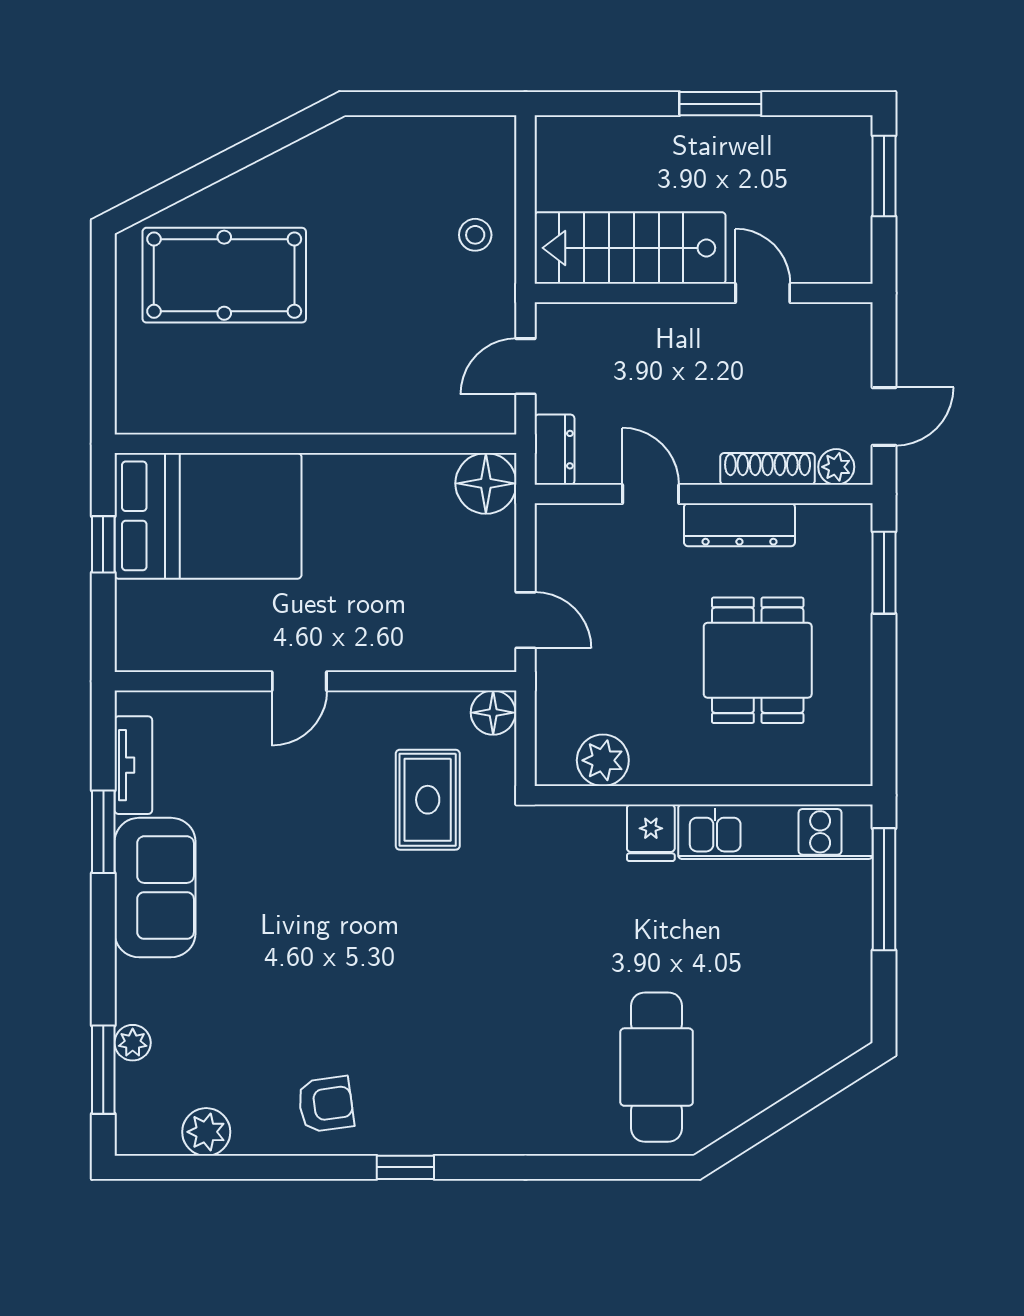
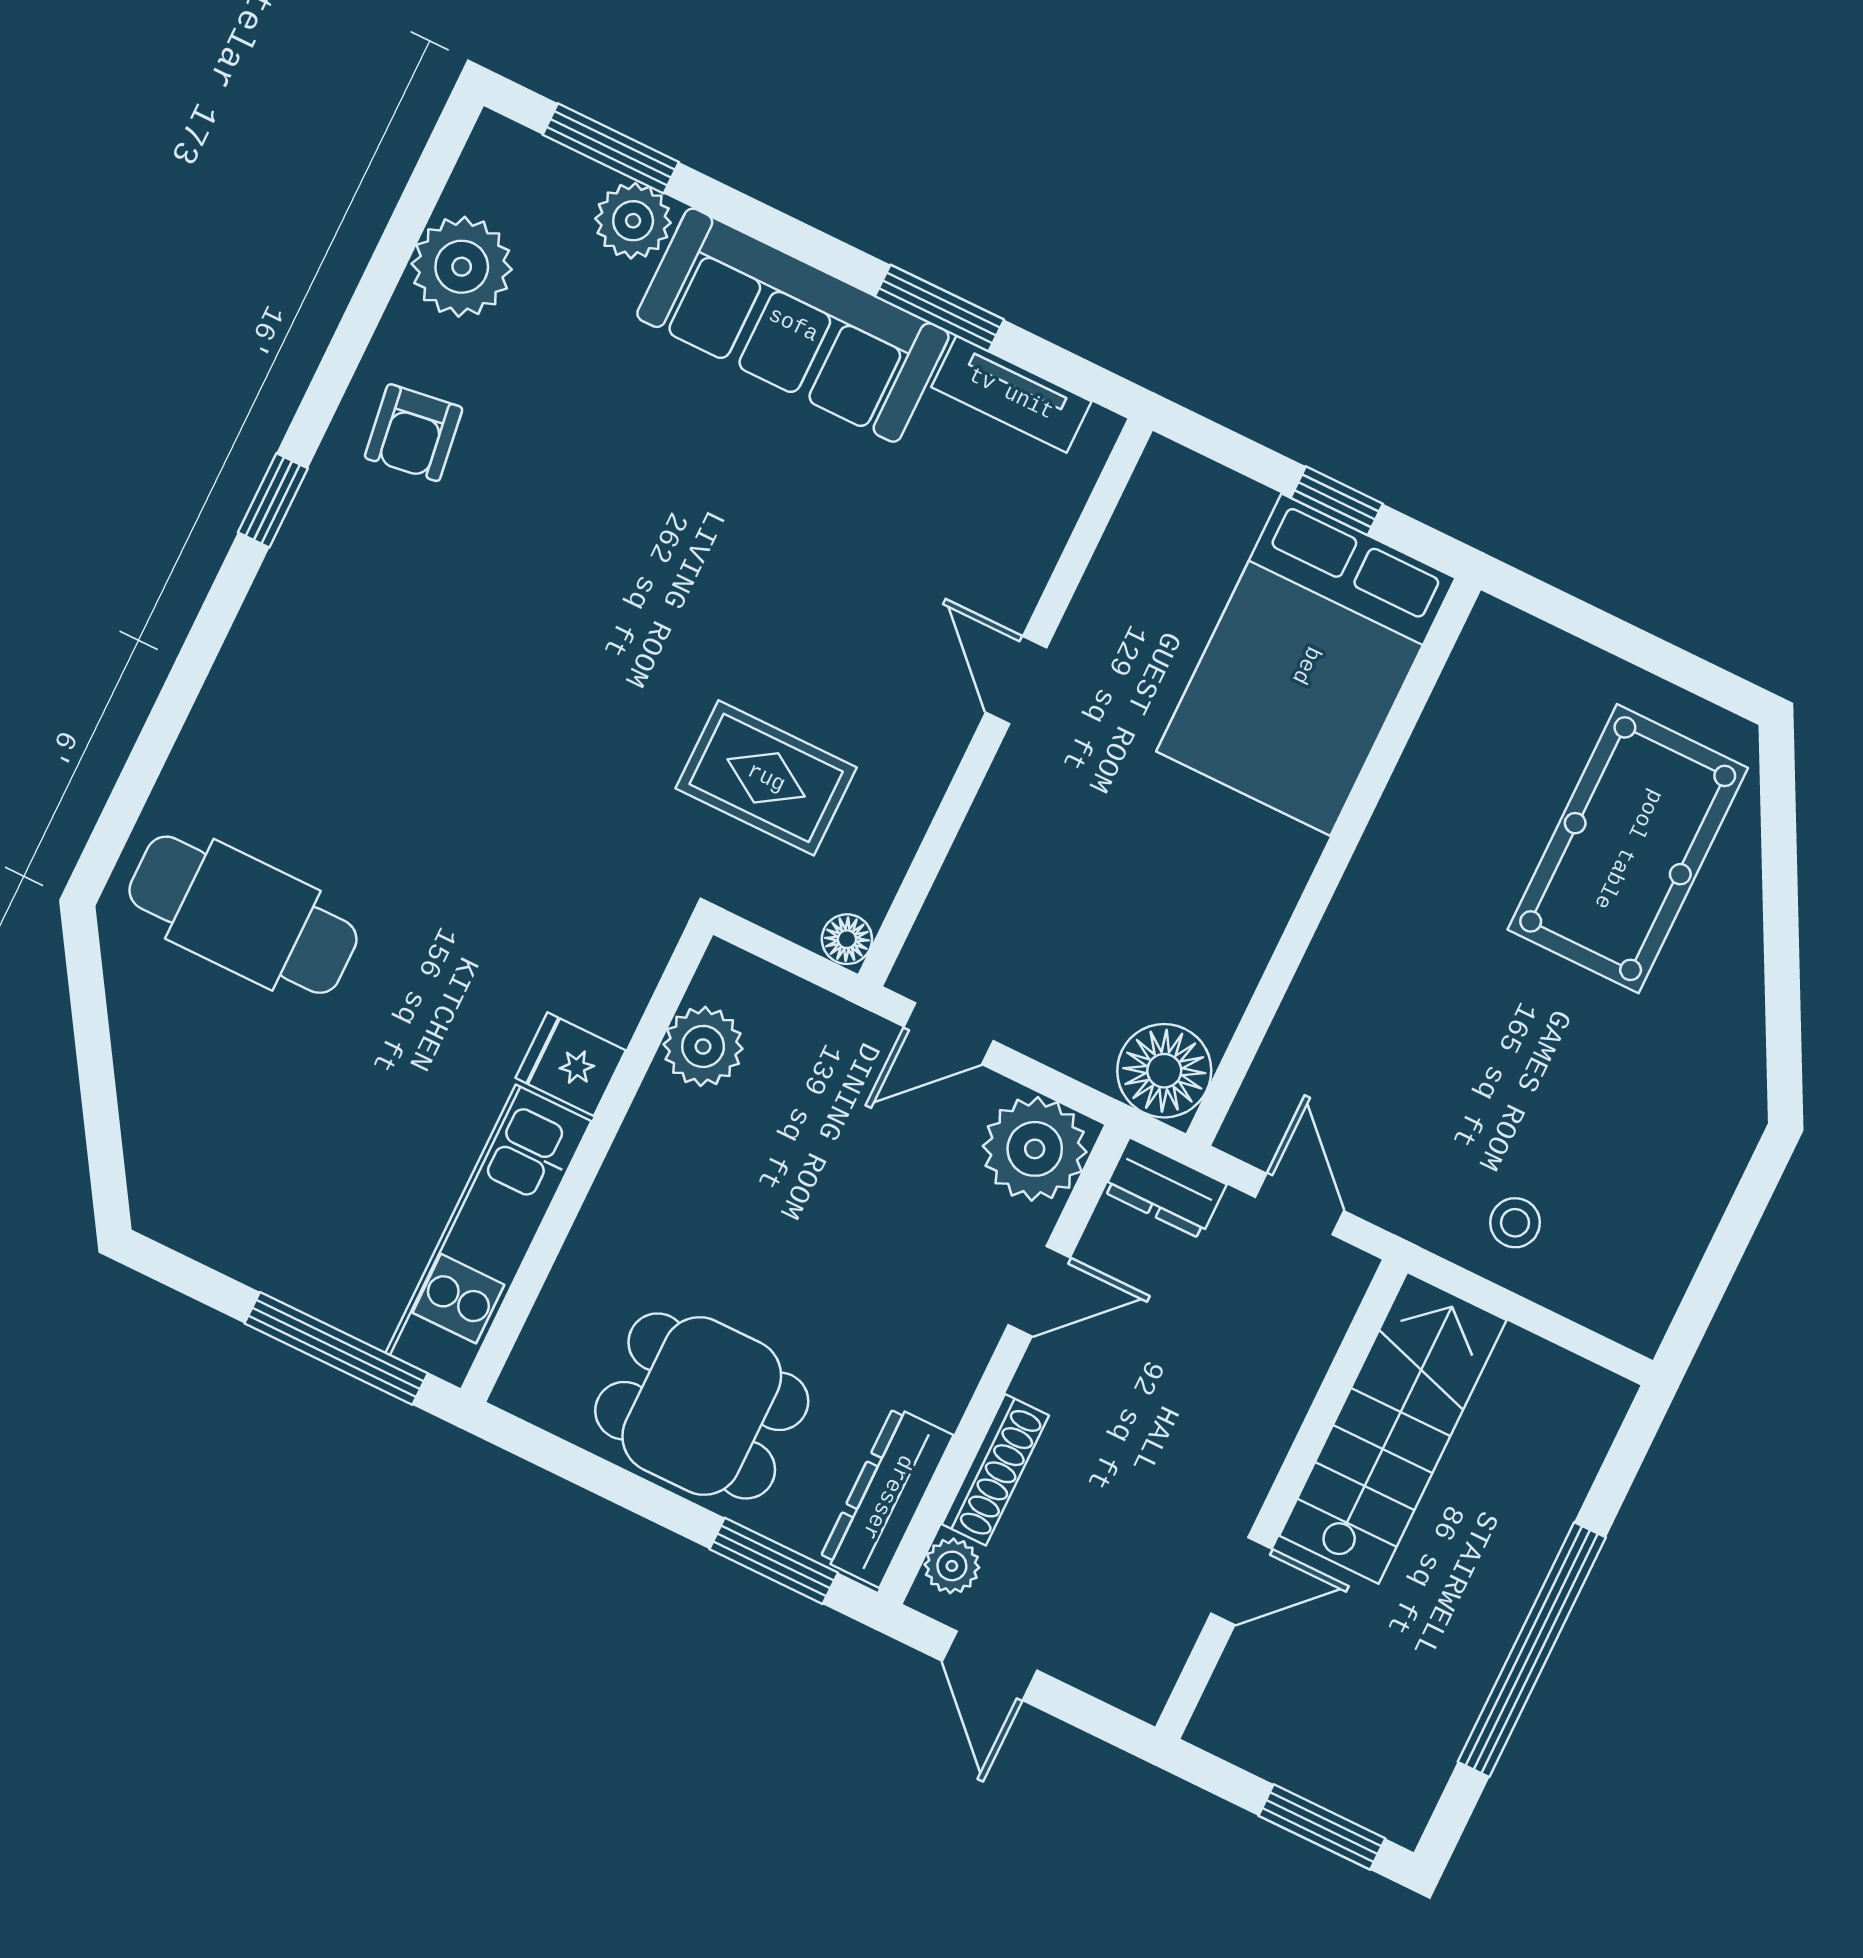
window: (720, 104) -> (1532, 1650), width x2.11
dresser: (739, 525) -> (887, 1497), moved
plant: (569, 537) -> (1035, 1149), added
dining table: (758, 660) -> (702, 1406), moved
floor lamp: (493, 713) -> (847, 939), width x0.73, depth x0.73
sofa: (155, 888) -> (793, 325), width x1.36
plant: (133, 1043) -> (633, 221), width x1.38, depth x1.38
plant: (206, 1132) -> (462, 267), width x1.36, depth x1.36

